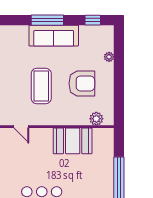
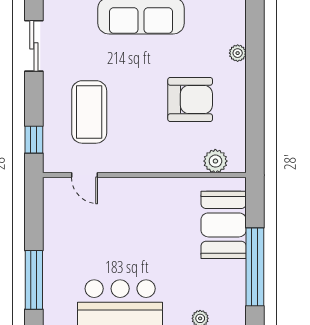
coffee table: (41, 86) -> (89, 112), moved
booth: (73, 141) -> (224, 225), moved, turned 90

